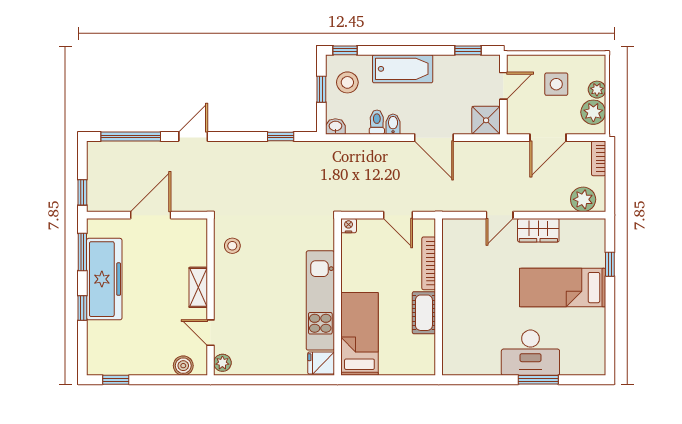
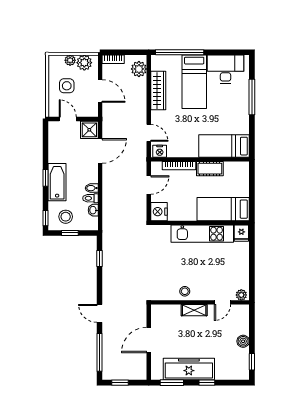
window: (468, 50) -> (46, 178), moved
washbasin: (335, 126) -> (93, 210), moved
door: (434, 138) -> (100, 151), moved
window: (82, 192) -> (120, 383), moved
door: (151, 215) -> (149, 340), hinge flipped
door: (500, 215) -> (149, 133), moved
nightstand: (349, 226) -> (159, 212), width x1.89, depth x1.79
wardrobe: (538, 230) -> (158, 91), width x1.50
nightstand: (452, 232) -> (160, 151), added
stool: (232, 246) -> (185, 291), moved
window: (610, 264) -> (180, 52), width x3.17
bed: (460, 335) -> (224, 146), added
desk: (530, 353) -> (226, 69), moved, turned -90
boiler: (183, 366) -> (243, 341), moved
window: (538, 380) -> (252, 97), width x1.44

